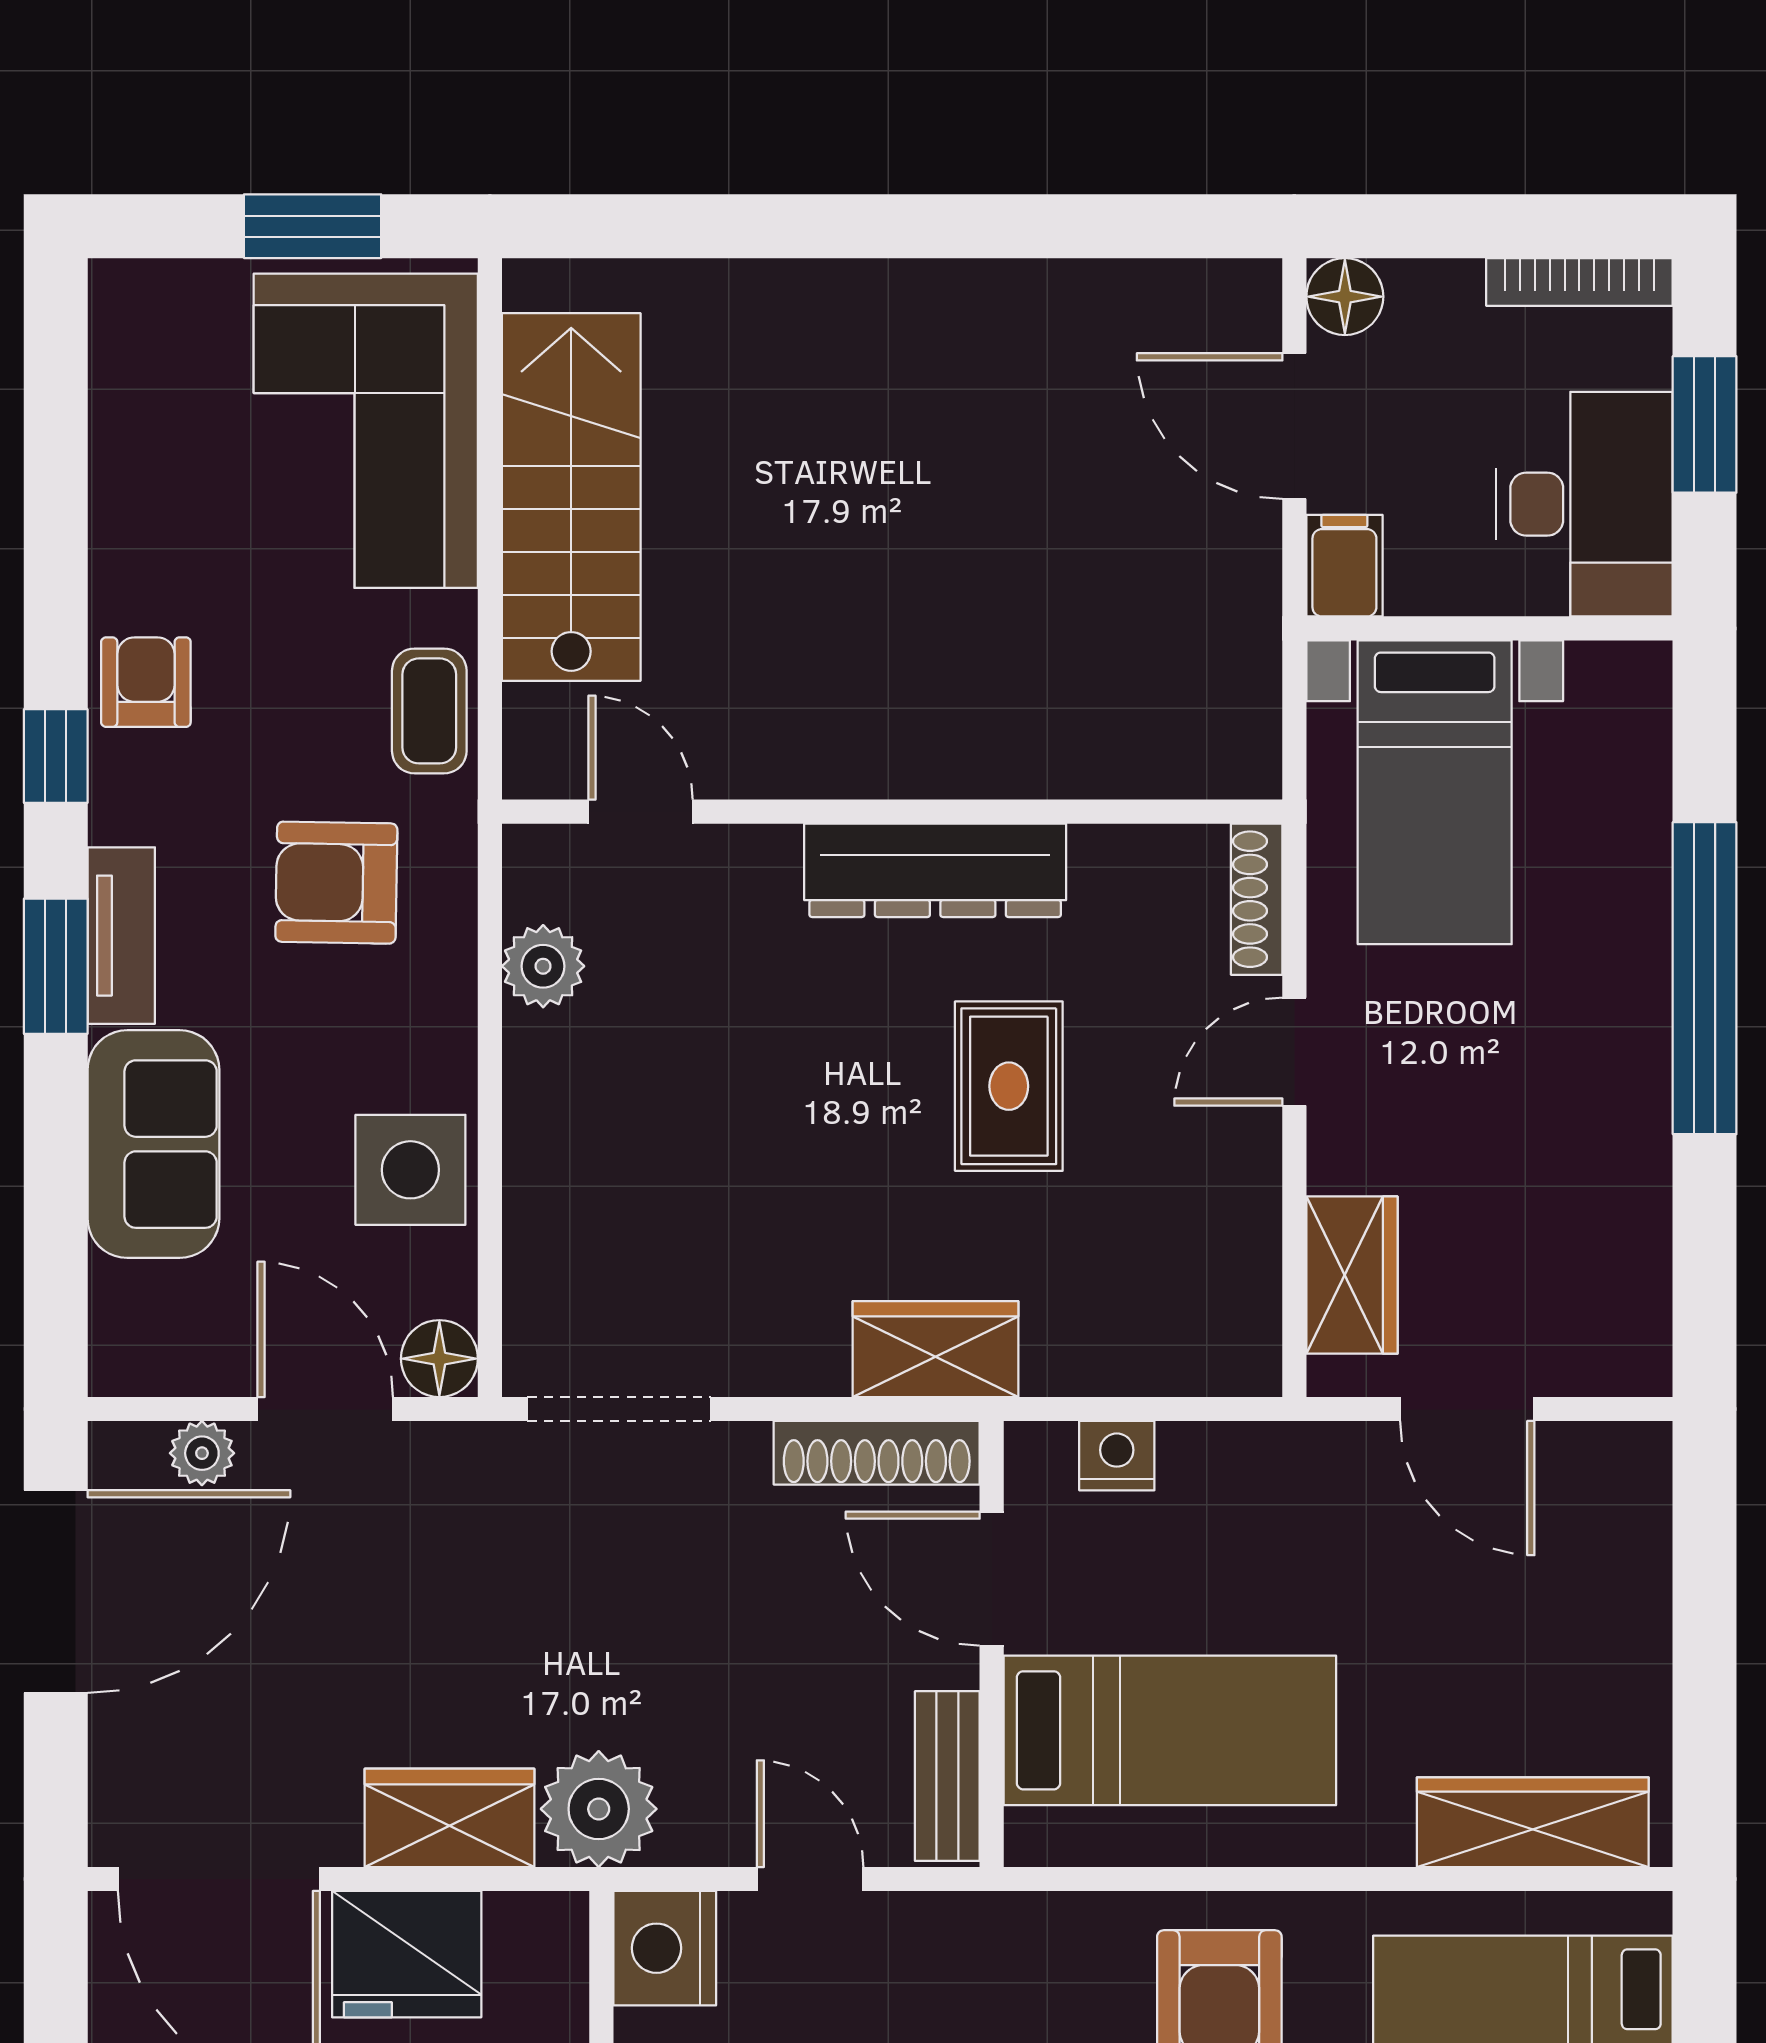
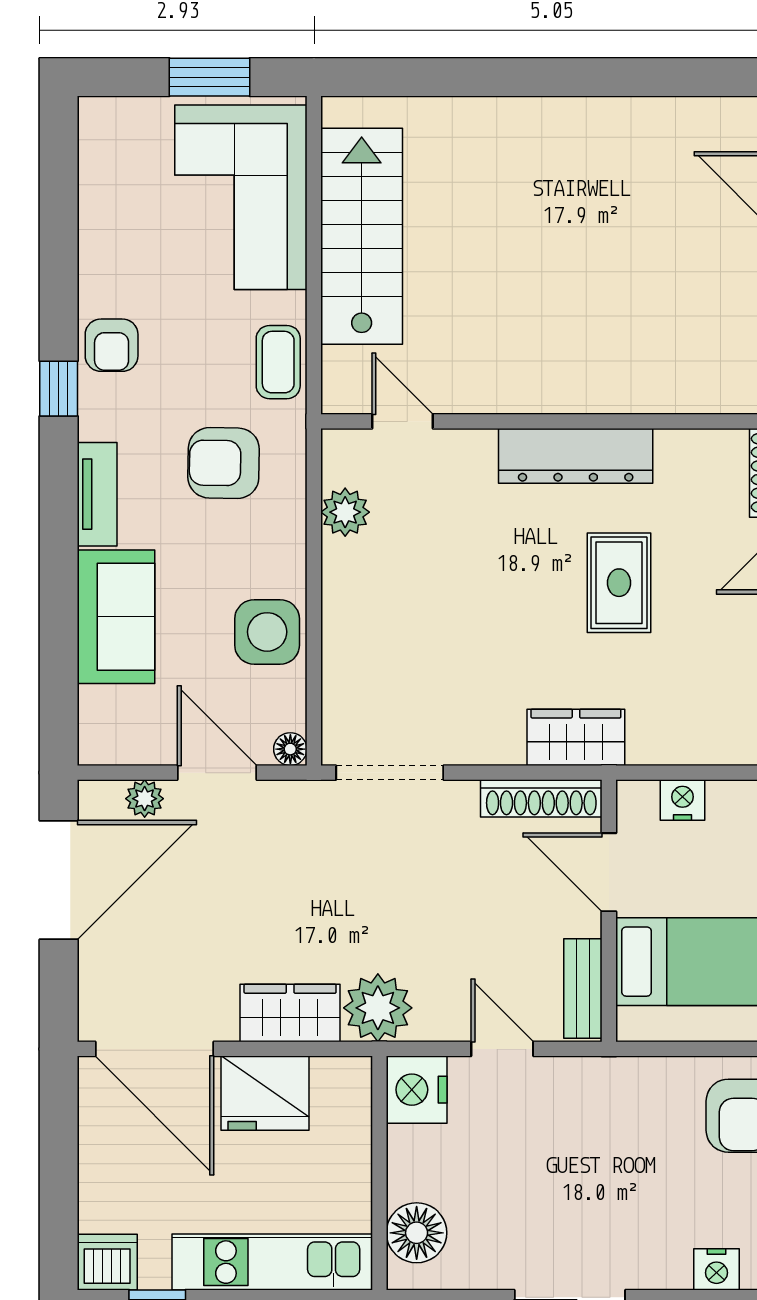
armchair: (146, 682) -> (112, 345), turned 180
window: (56, 966) -> (59, 512), removed
floor lamp: (439, 1359) -> (290, 749), width x0.73, depth x0.73

